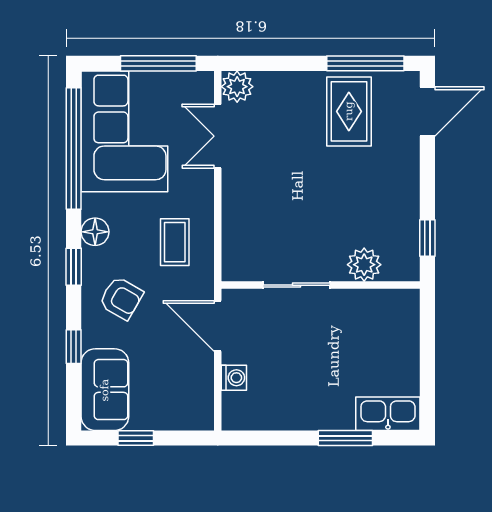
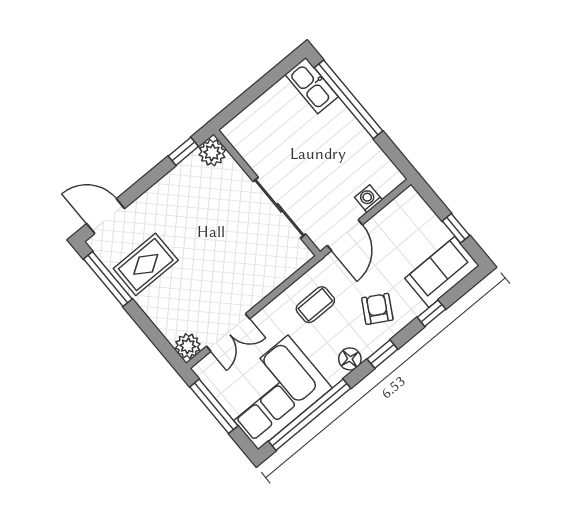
plant: (364, 265) -> (212, 153), moved
sliding door: (297, 285) -> (279, 208), width x1.37
window: (345, 438) -> (348, 99), width x2.11

